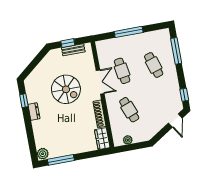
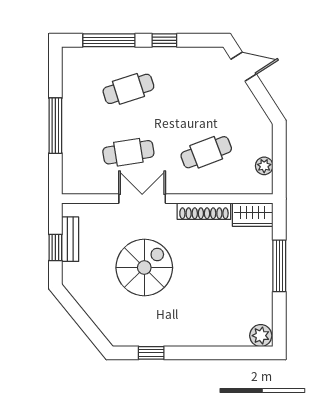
window: (184, 95) -> (164, 40), moved
dresser: (34, 111) -> (176, 337), removed
window: (61, 160) -> (279, 266), moved

